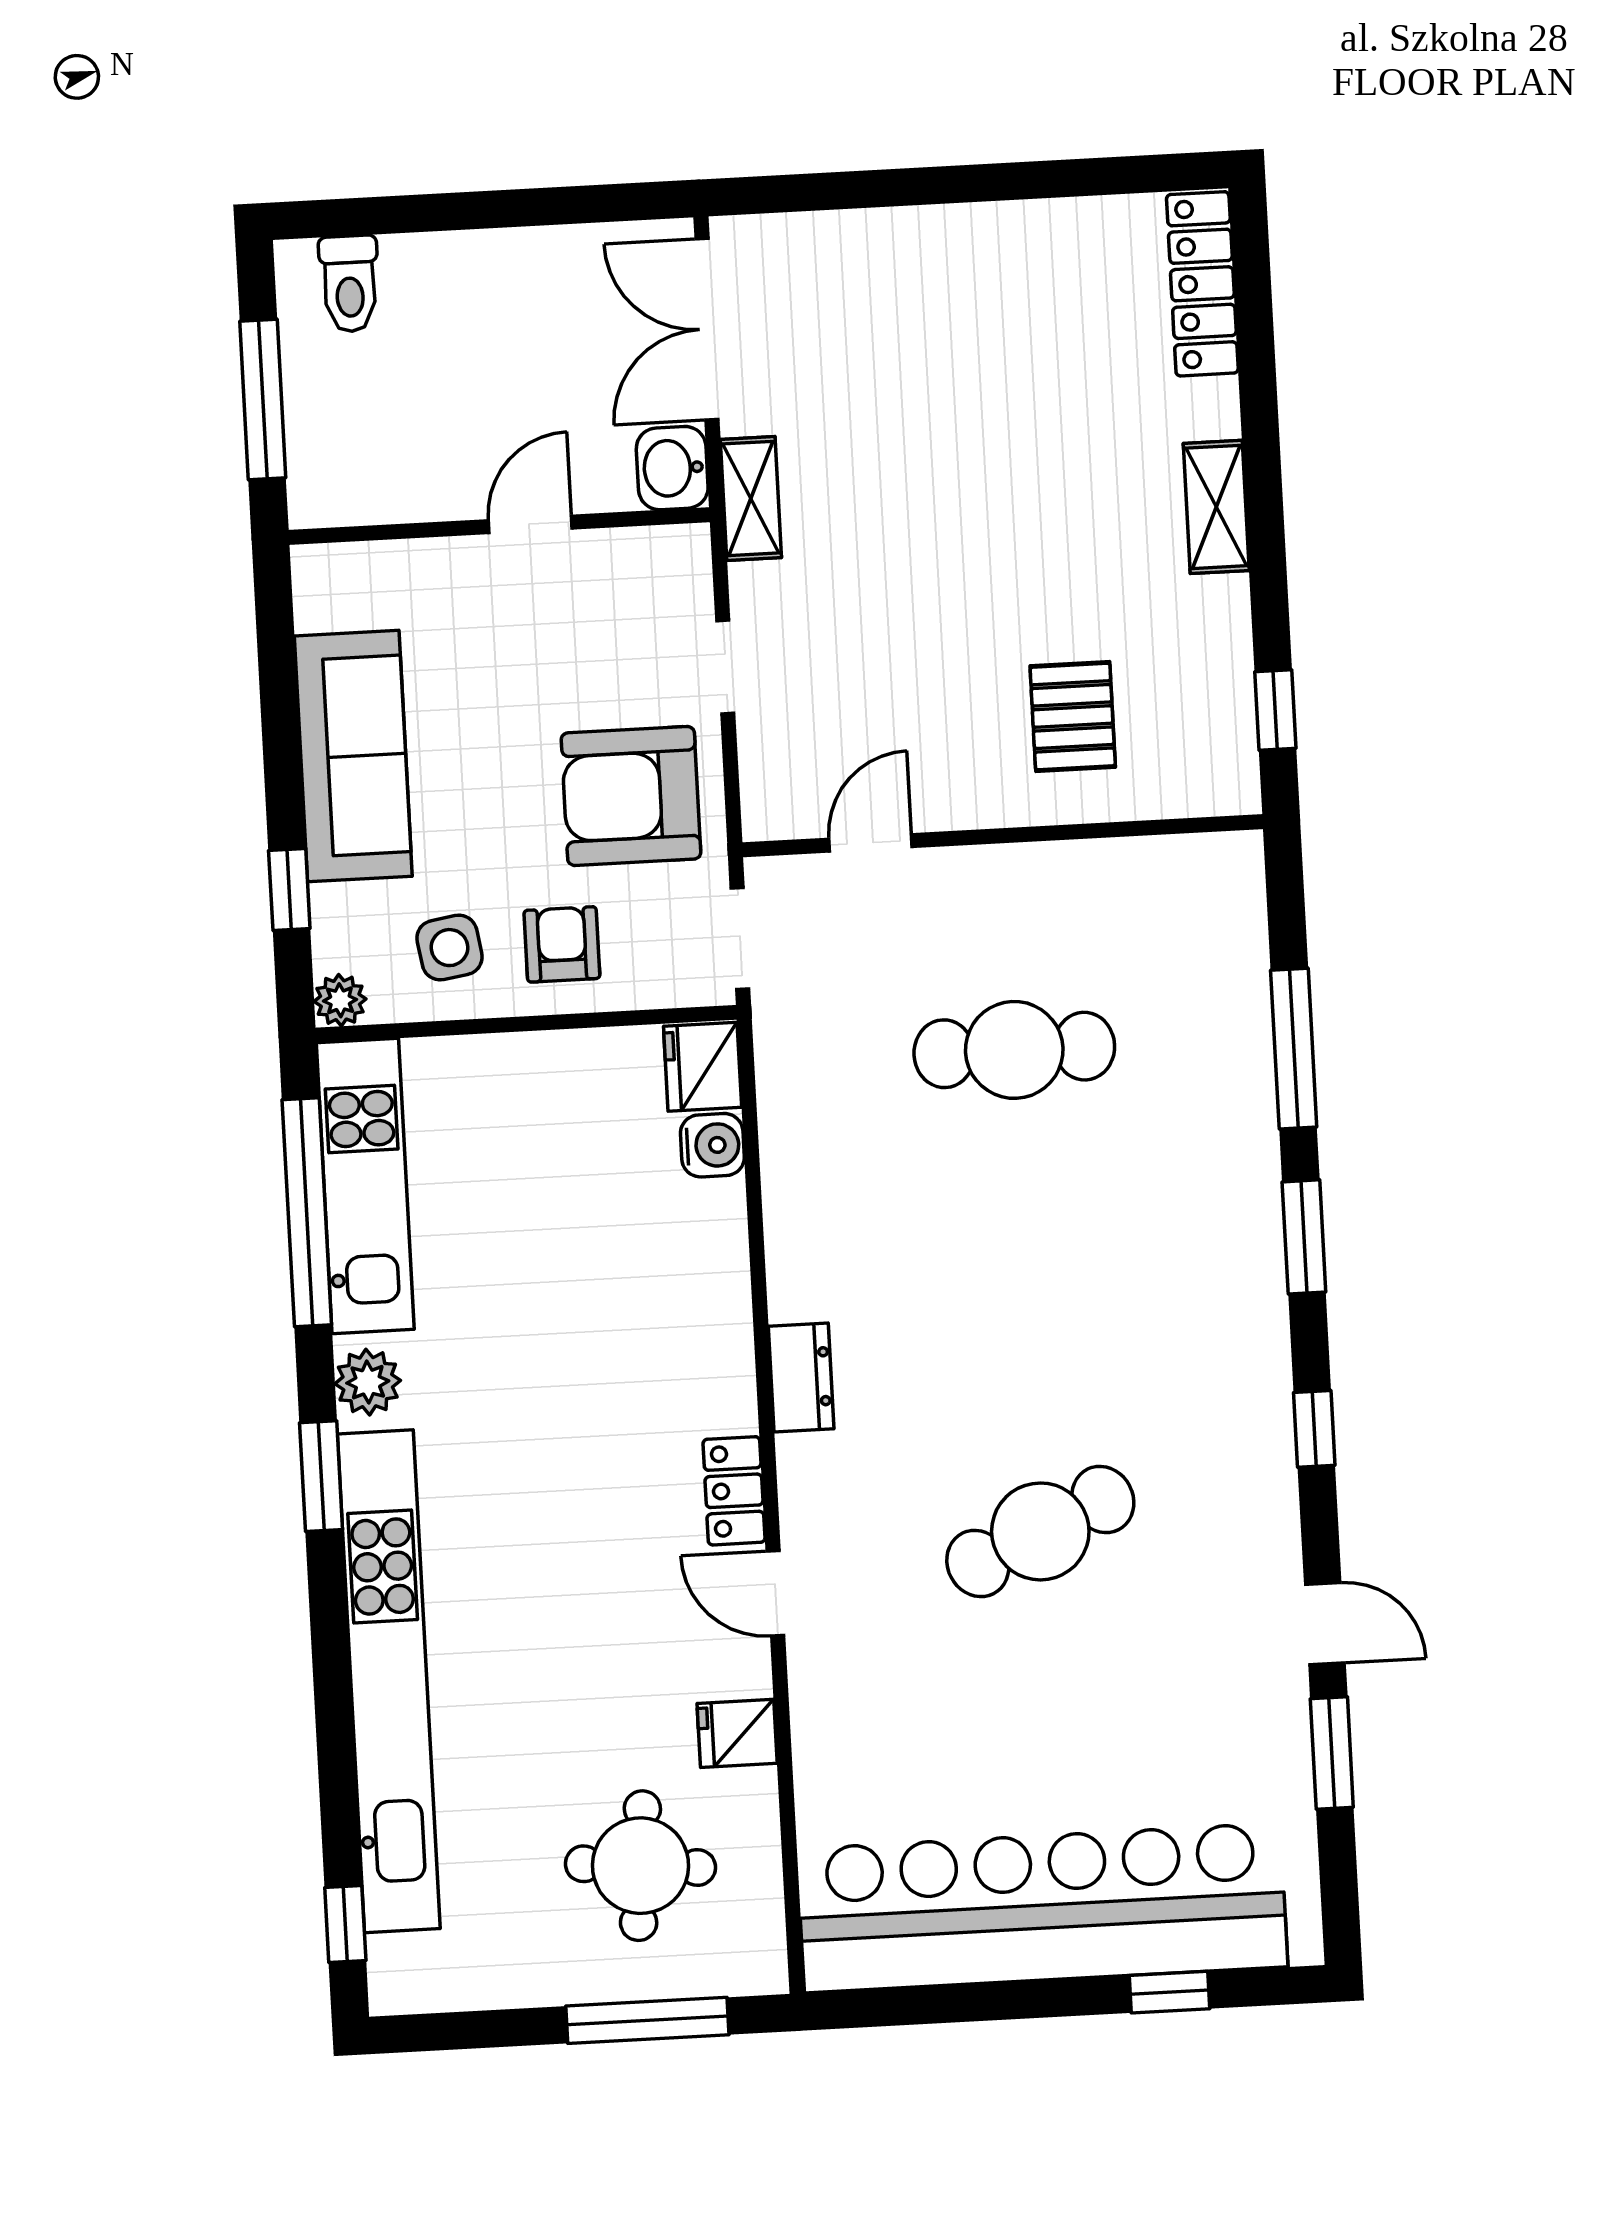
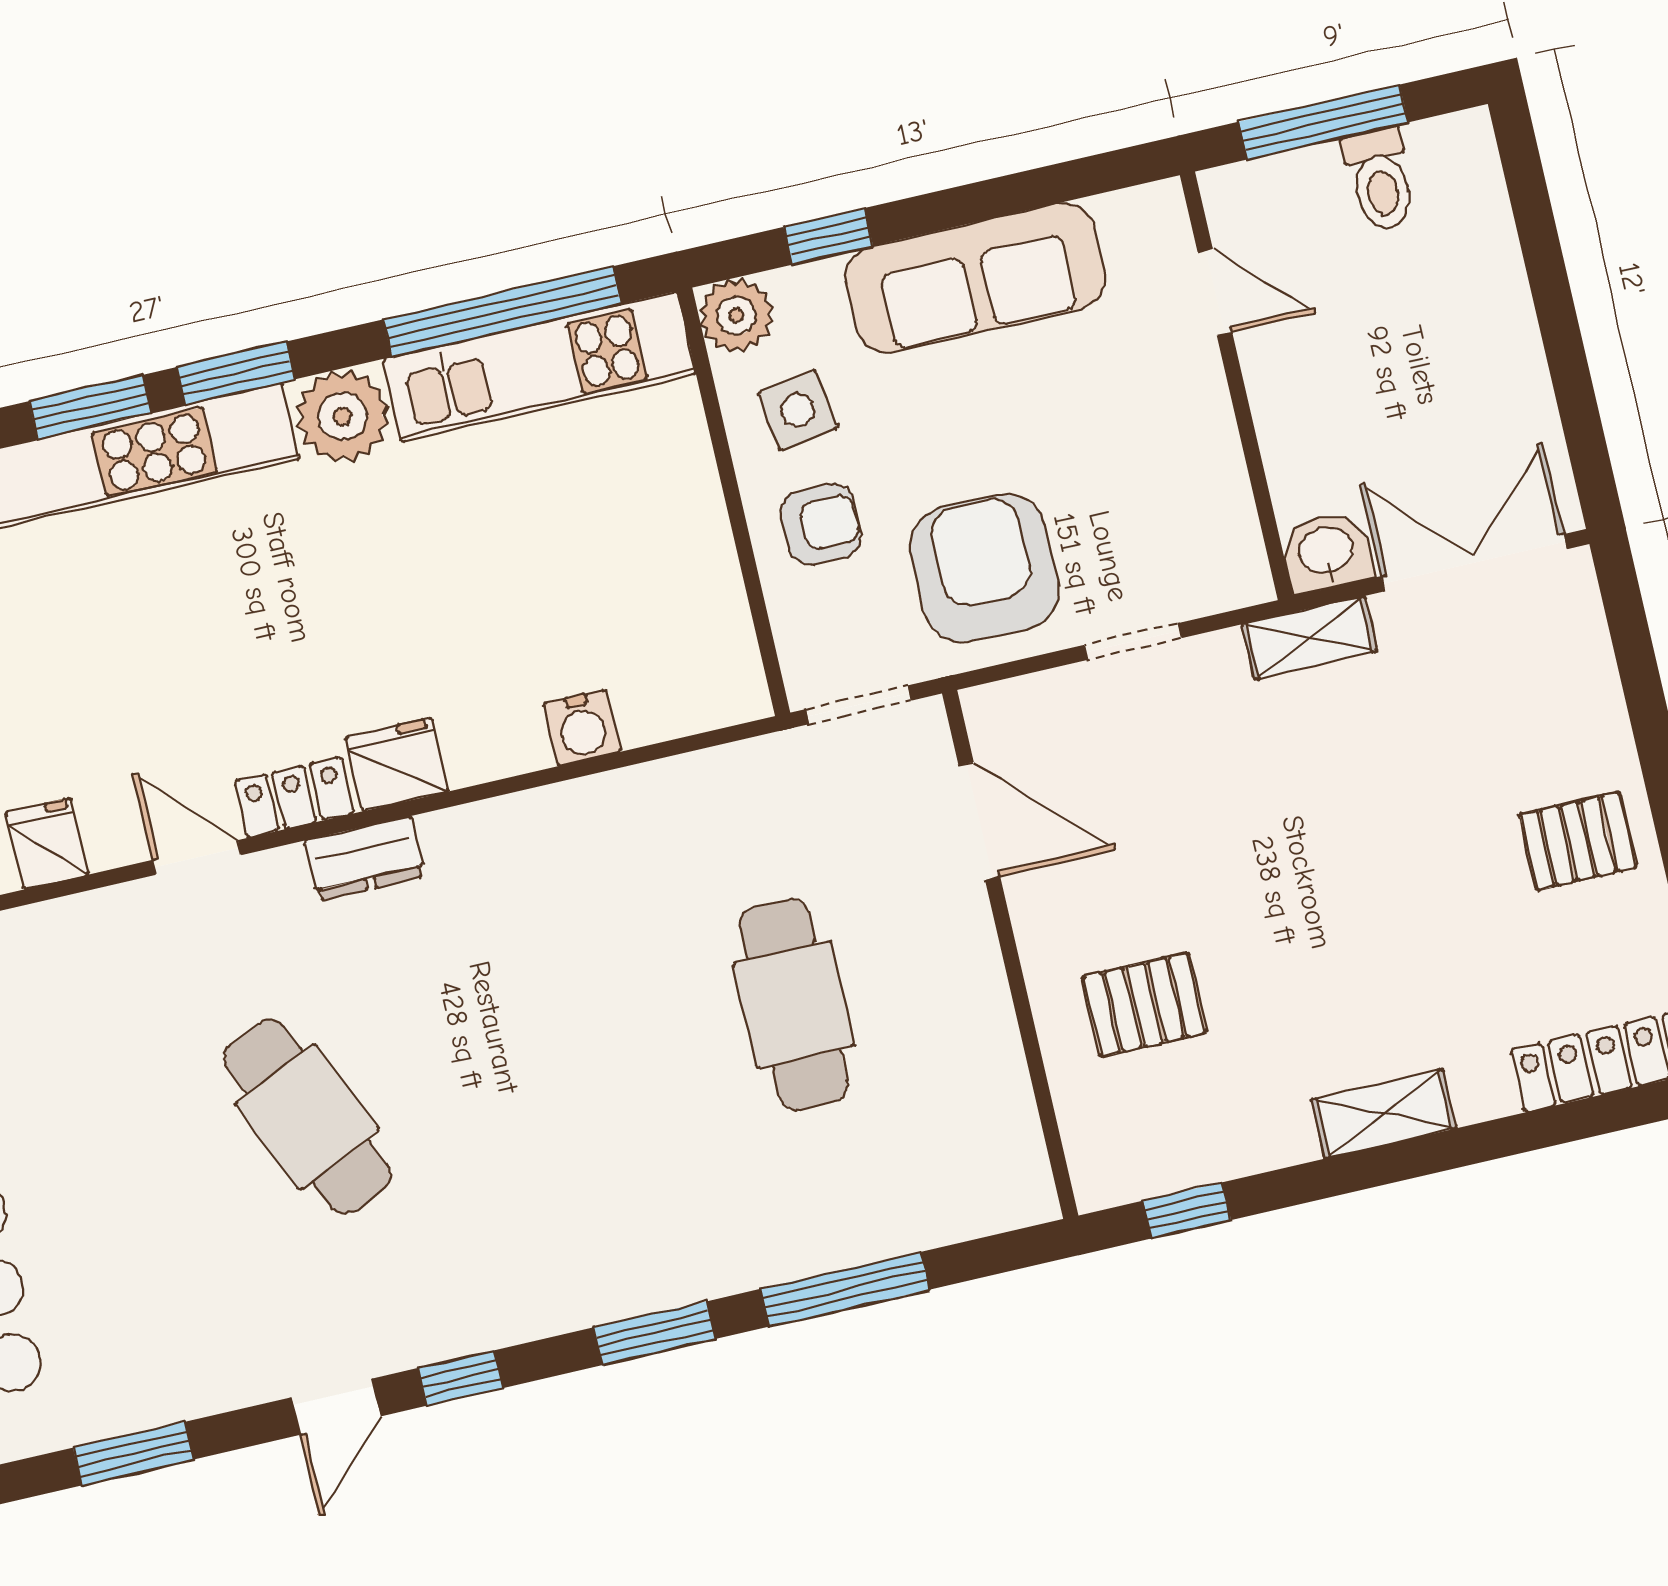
pallet: (989, 277) -> (1578, 841), added
toilet: (349, 284) -> (1380, 180), moved, turned -90
door: (530, 524) -> (1215, 292), moved
door: (871, 843) -> (979, 821), width x1.38
plant: (340, 1000) -> (736, 315), width x1.38, depth x1.38
fridge: (703, 1067) -> (397, 764), moved
water cooler: (712, 1145) -> (582, 728), moved
dresser: (801, 1377) -> (365, 859), moved
plant: (368, 1382) -> (343, 416), width x1.36, depth x1.36
door: (775, 1593) -> (197, 858), hinge flipped
window: (329, 1620) -> (90, 407), added
door: (1325, 1624) -> (336, 1407), moved

